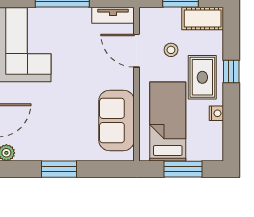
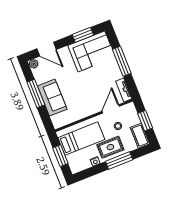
window: (231, 71) -> (119, 161), width x2.17
sofa: (117, 120) -> (52, 98), moved, turned 90
window: (59, 169) -> (36, 93), width x1.44

